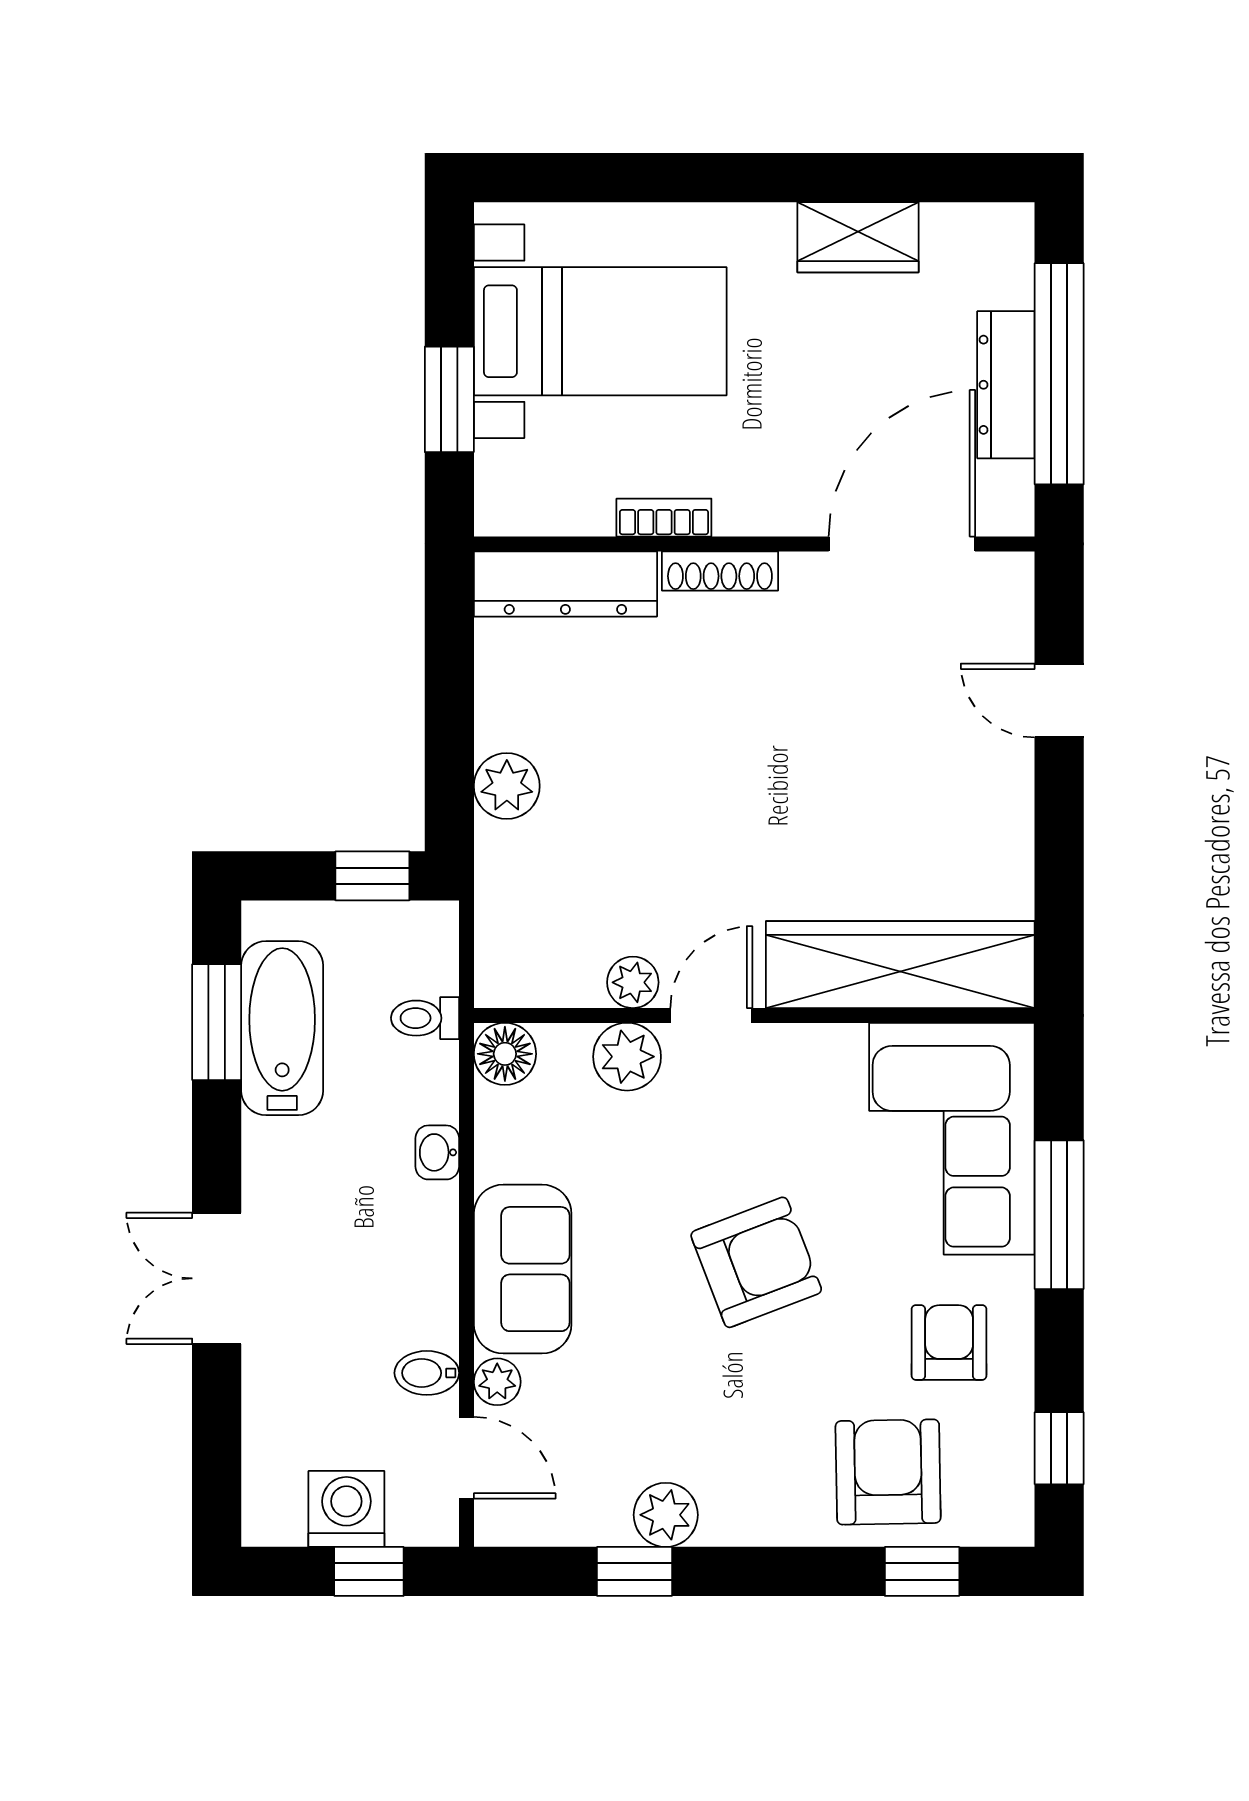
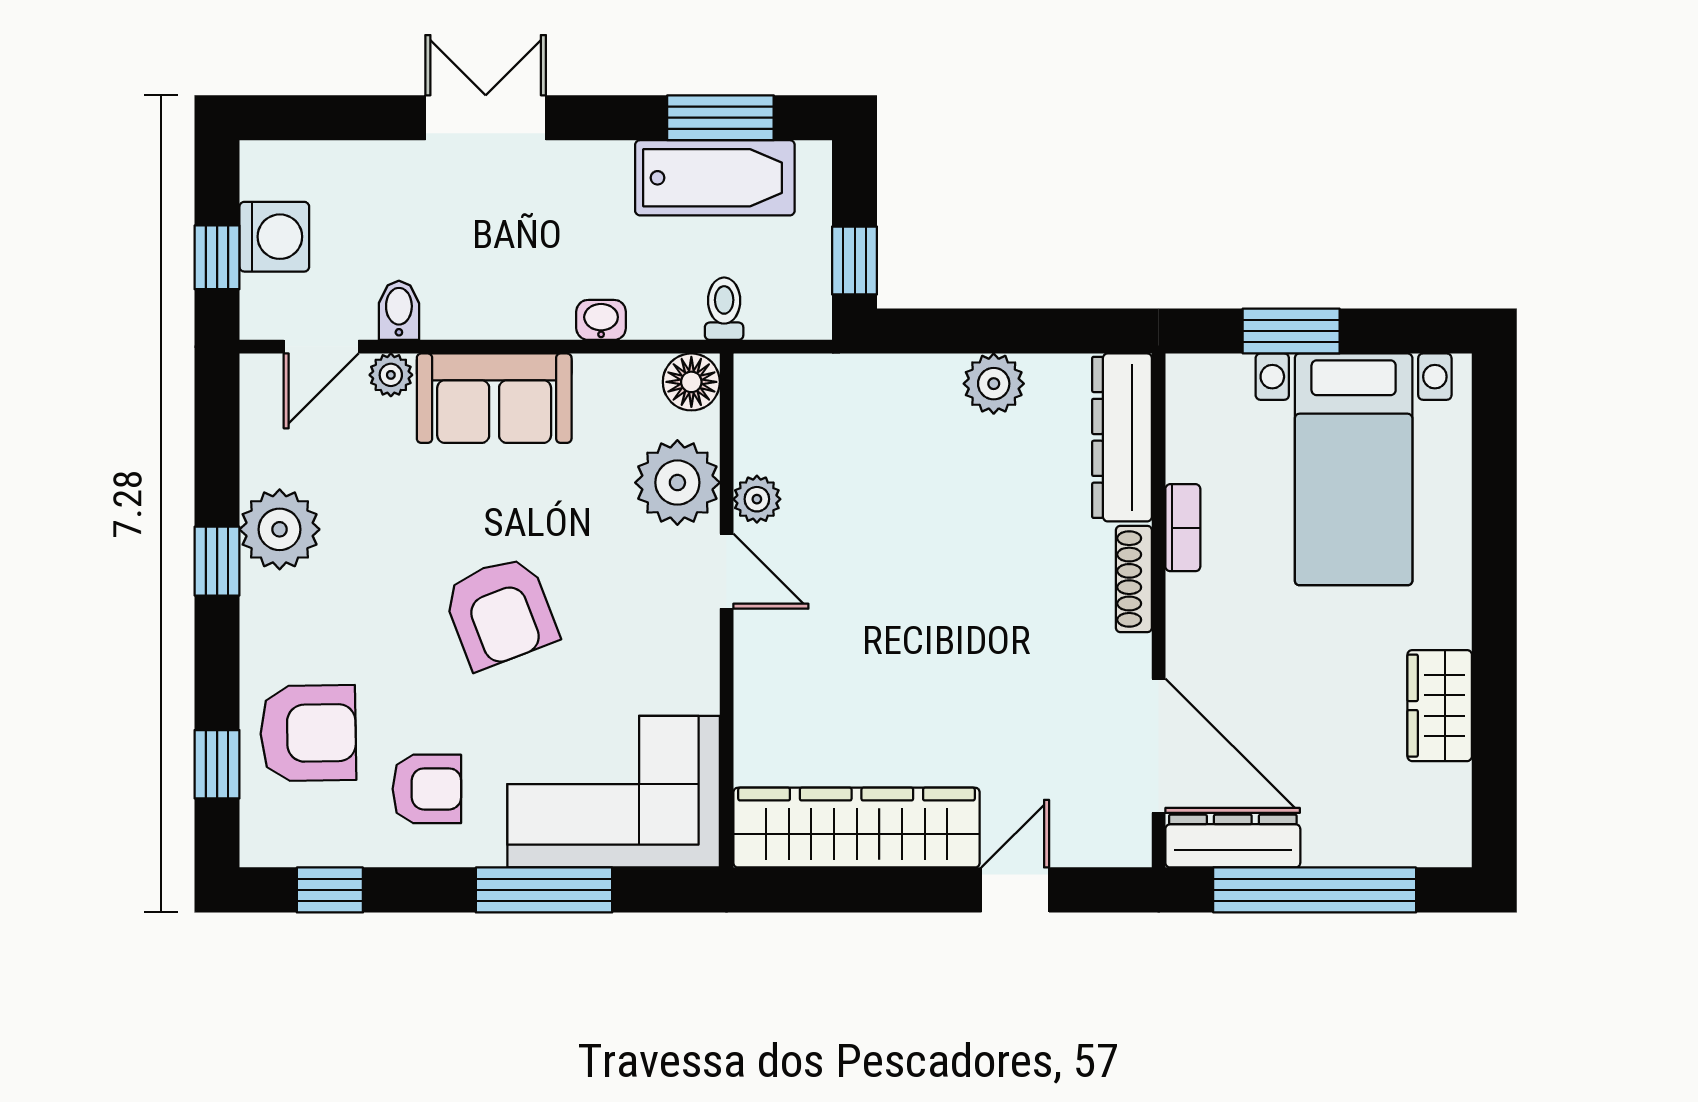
dresser: (1006, 385) -> (1233, 841), moved
plant: (507, 786) -> (994, 384), moved
wardrobe: (900, 965) -> (857, 828), moved, turned -90
plant: (627, 1057) -> (677, 483), width x1.36, depth x1.36
plant: (666, 1515) -> (280, 529), width x1.36, depth x1.36
window: (634, 1571) -> (217, 561), moved

